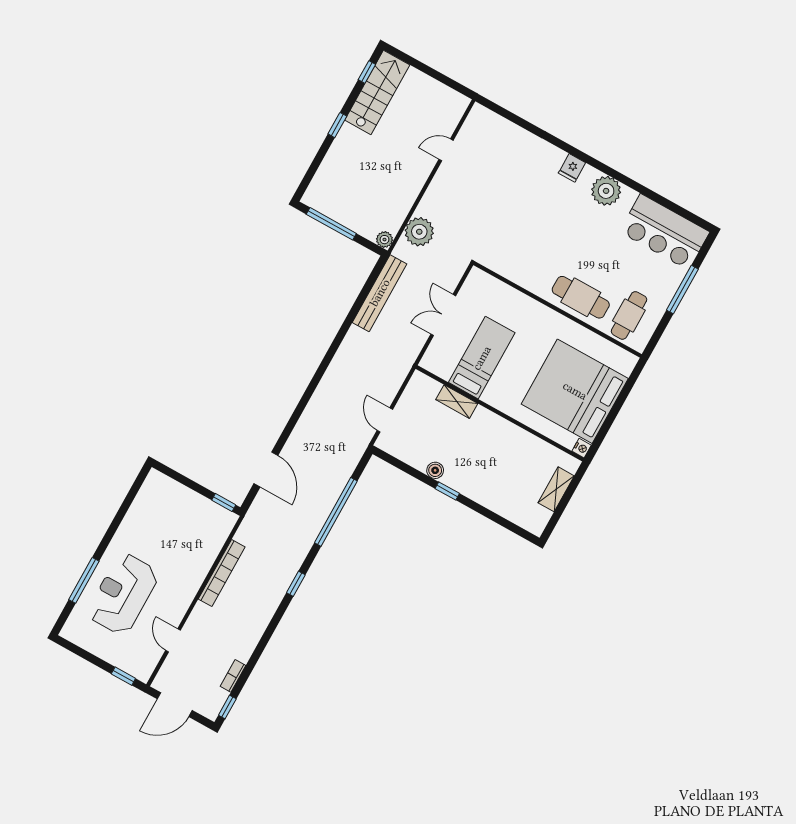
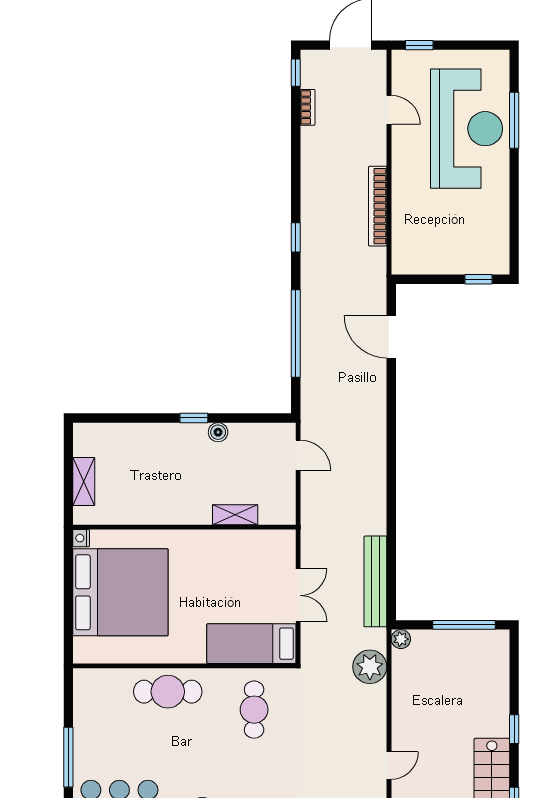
cafe table: (629, 315) -> (254, 710), moved
bed: (482, 358) -> (251, 644), moved, turned 90
window: (224, 502) -> (479, 279), moved
reception desk: (123, 594) -> (467, 129), width x1.36, depth x1.30

